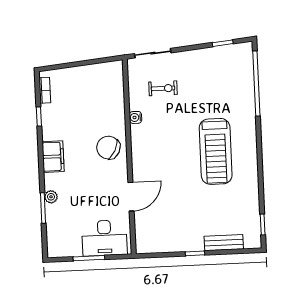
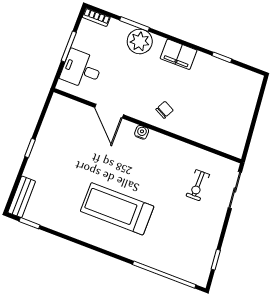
bookcase: (45, 90) -> (96, 17), moved
water cooler: (135, 117) -> (142, 132), moved
chair: (108, 148) -> (165, 110), width x0.54, depth x0.54
plant: (51, 197) -> (140, 41), width x1.88, depth x1.88
desk: (104, 238) -> (81, 69), width x0.73
bench: (224, 243) -> (22, 197), moved

